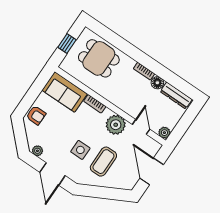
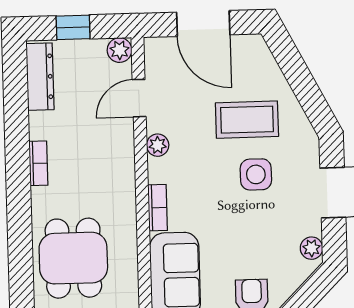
floor lamp: (157, 83) -> (42, 125), removed
window: (186, 121) -> (73, 27), added
plant: (116, 125) -> (158, 145), width x0.53, depth x0.53
door: (152, 171) -> (203, 24), hinge flipped

